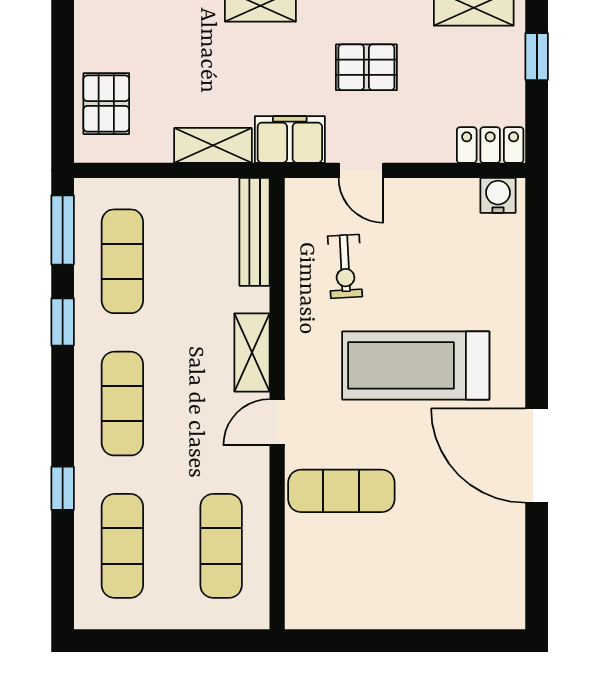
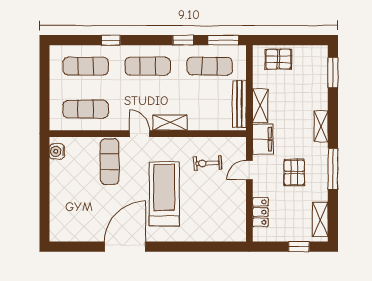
locker: (490, 145) -> (260, 212), moved
water cooler: (498, 195) -> (57, 151), moved, turned 180
bench: (254, 232) -> (239, 104), moved, turned 90

